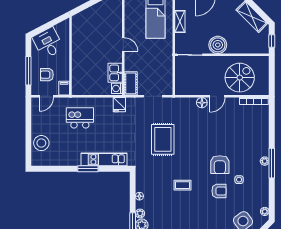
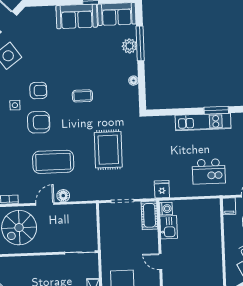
boiler: (218, 45) -> (47, 266), removed
coffee table: (209, 131) -> (53, 162), added
kitchen unit: (104, 159) -> (203, 122), moved
armchair: (220, 165) -> (39, 122), turned 90
window: (88, 169) -> (216, 110), moved
armchair: (219, 191) -> (38, 91), turned 180
plant: (140, 213) -> (132, 60), removed

